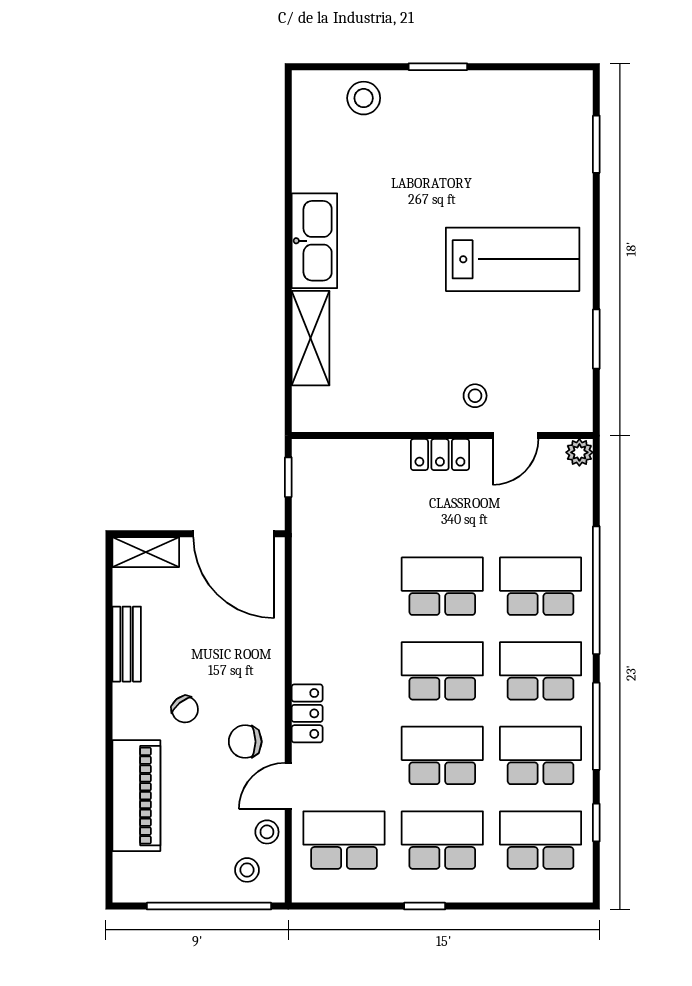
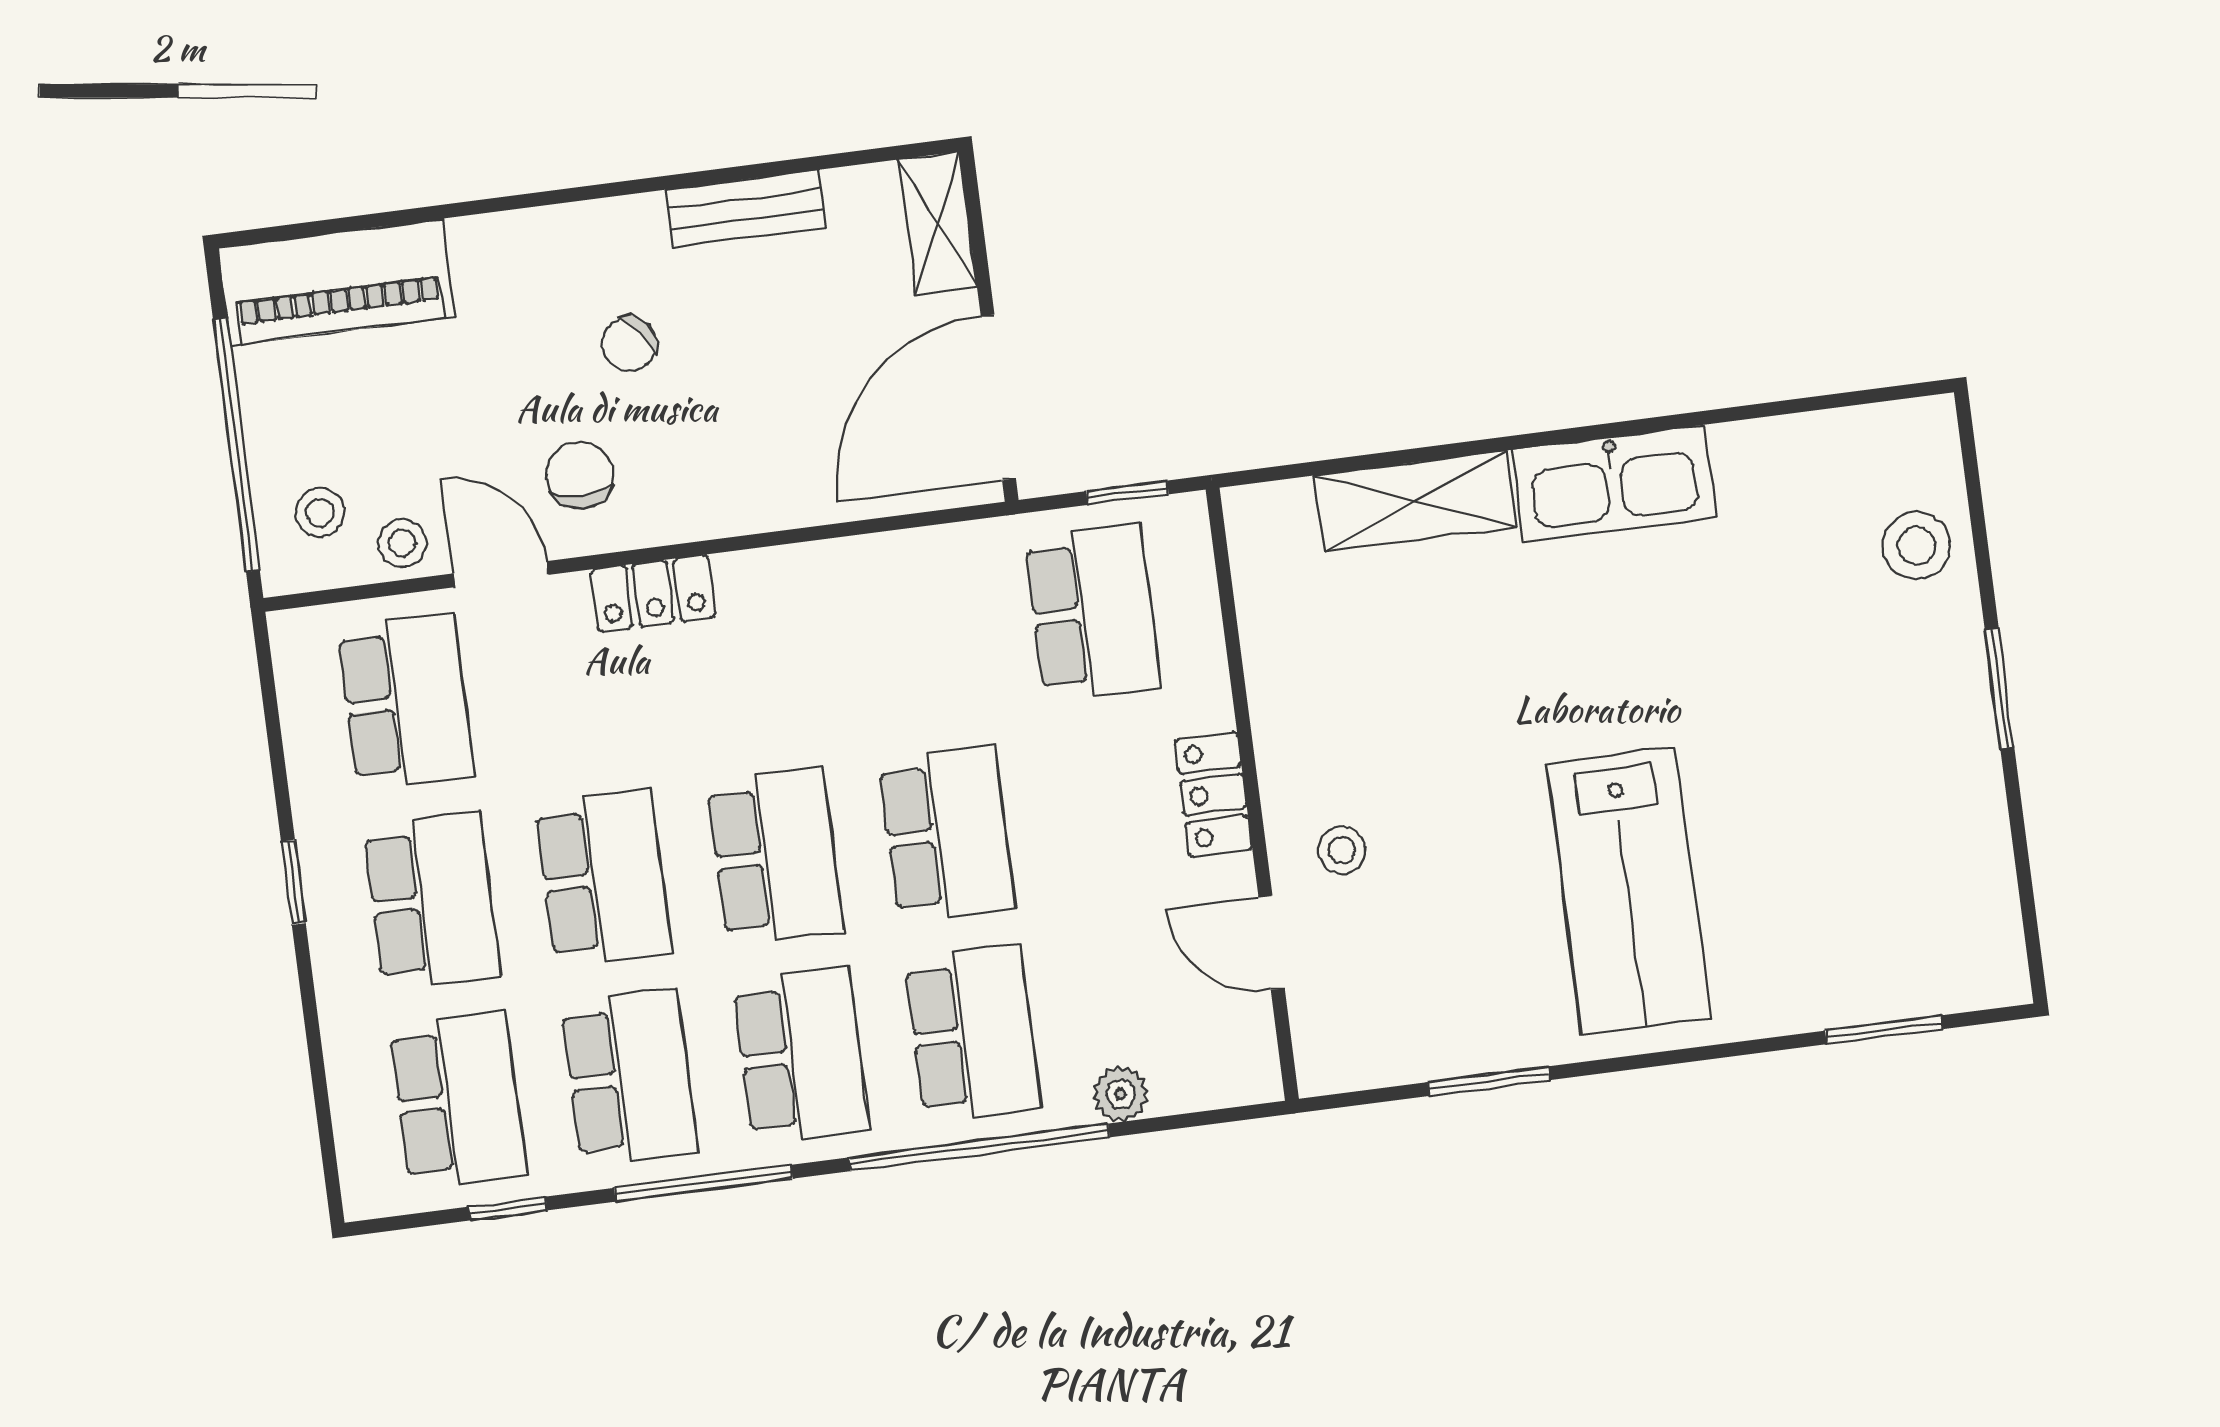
plant: (579, 452) -> (1121, 1094), moved
school desk: (344, 502) -> (1093, 612), added
piano: (136, 796) -> (337, 282), moved

